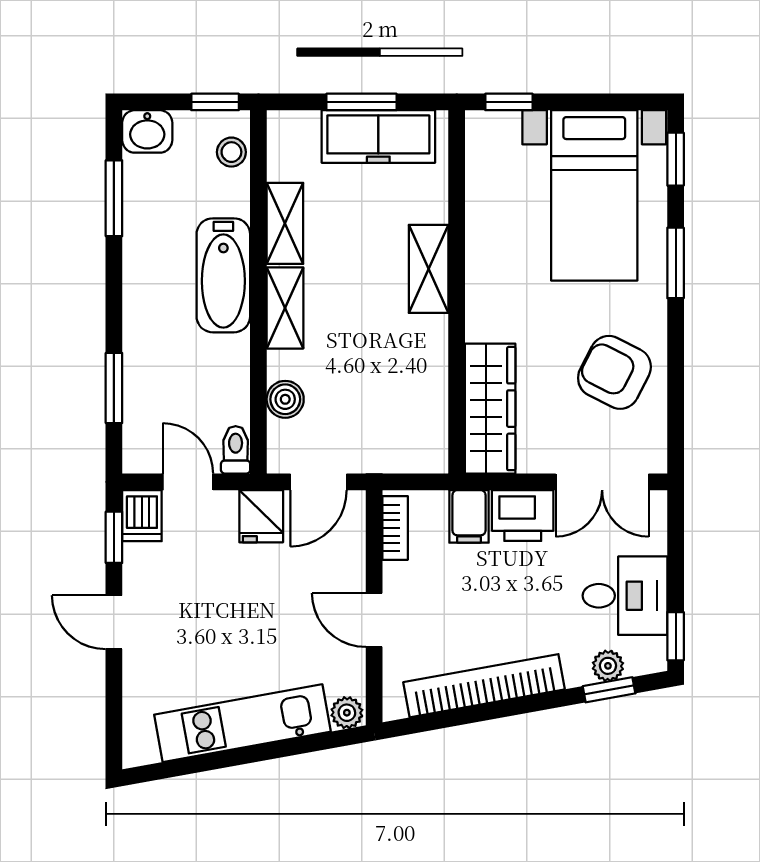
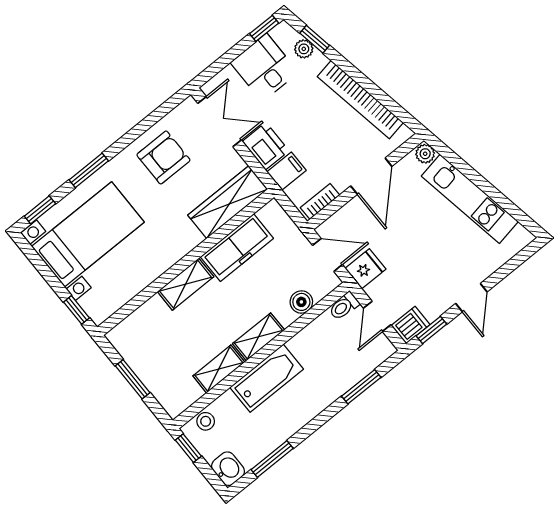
freezer: (378, 137) -> (237, 248), moved, turned 90
armchair: (614, 372) -> (163, 157), turned -117
door: (374, 620) -> (371, 176), width x1.38

